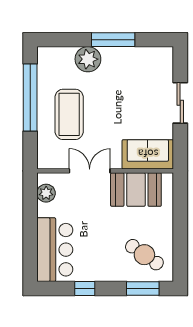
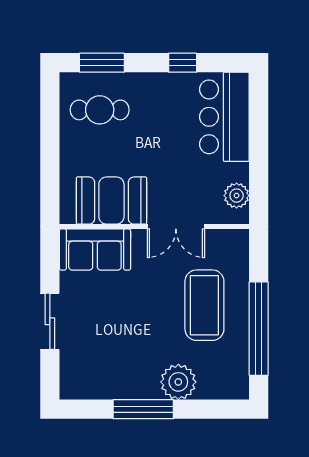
cafe table: (144, 255) -> (100, 110), turned -35

